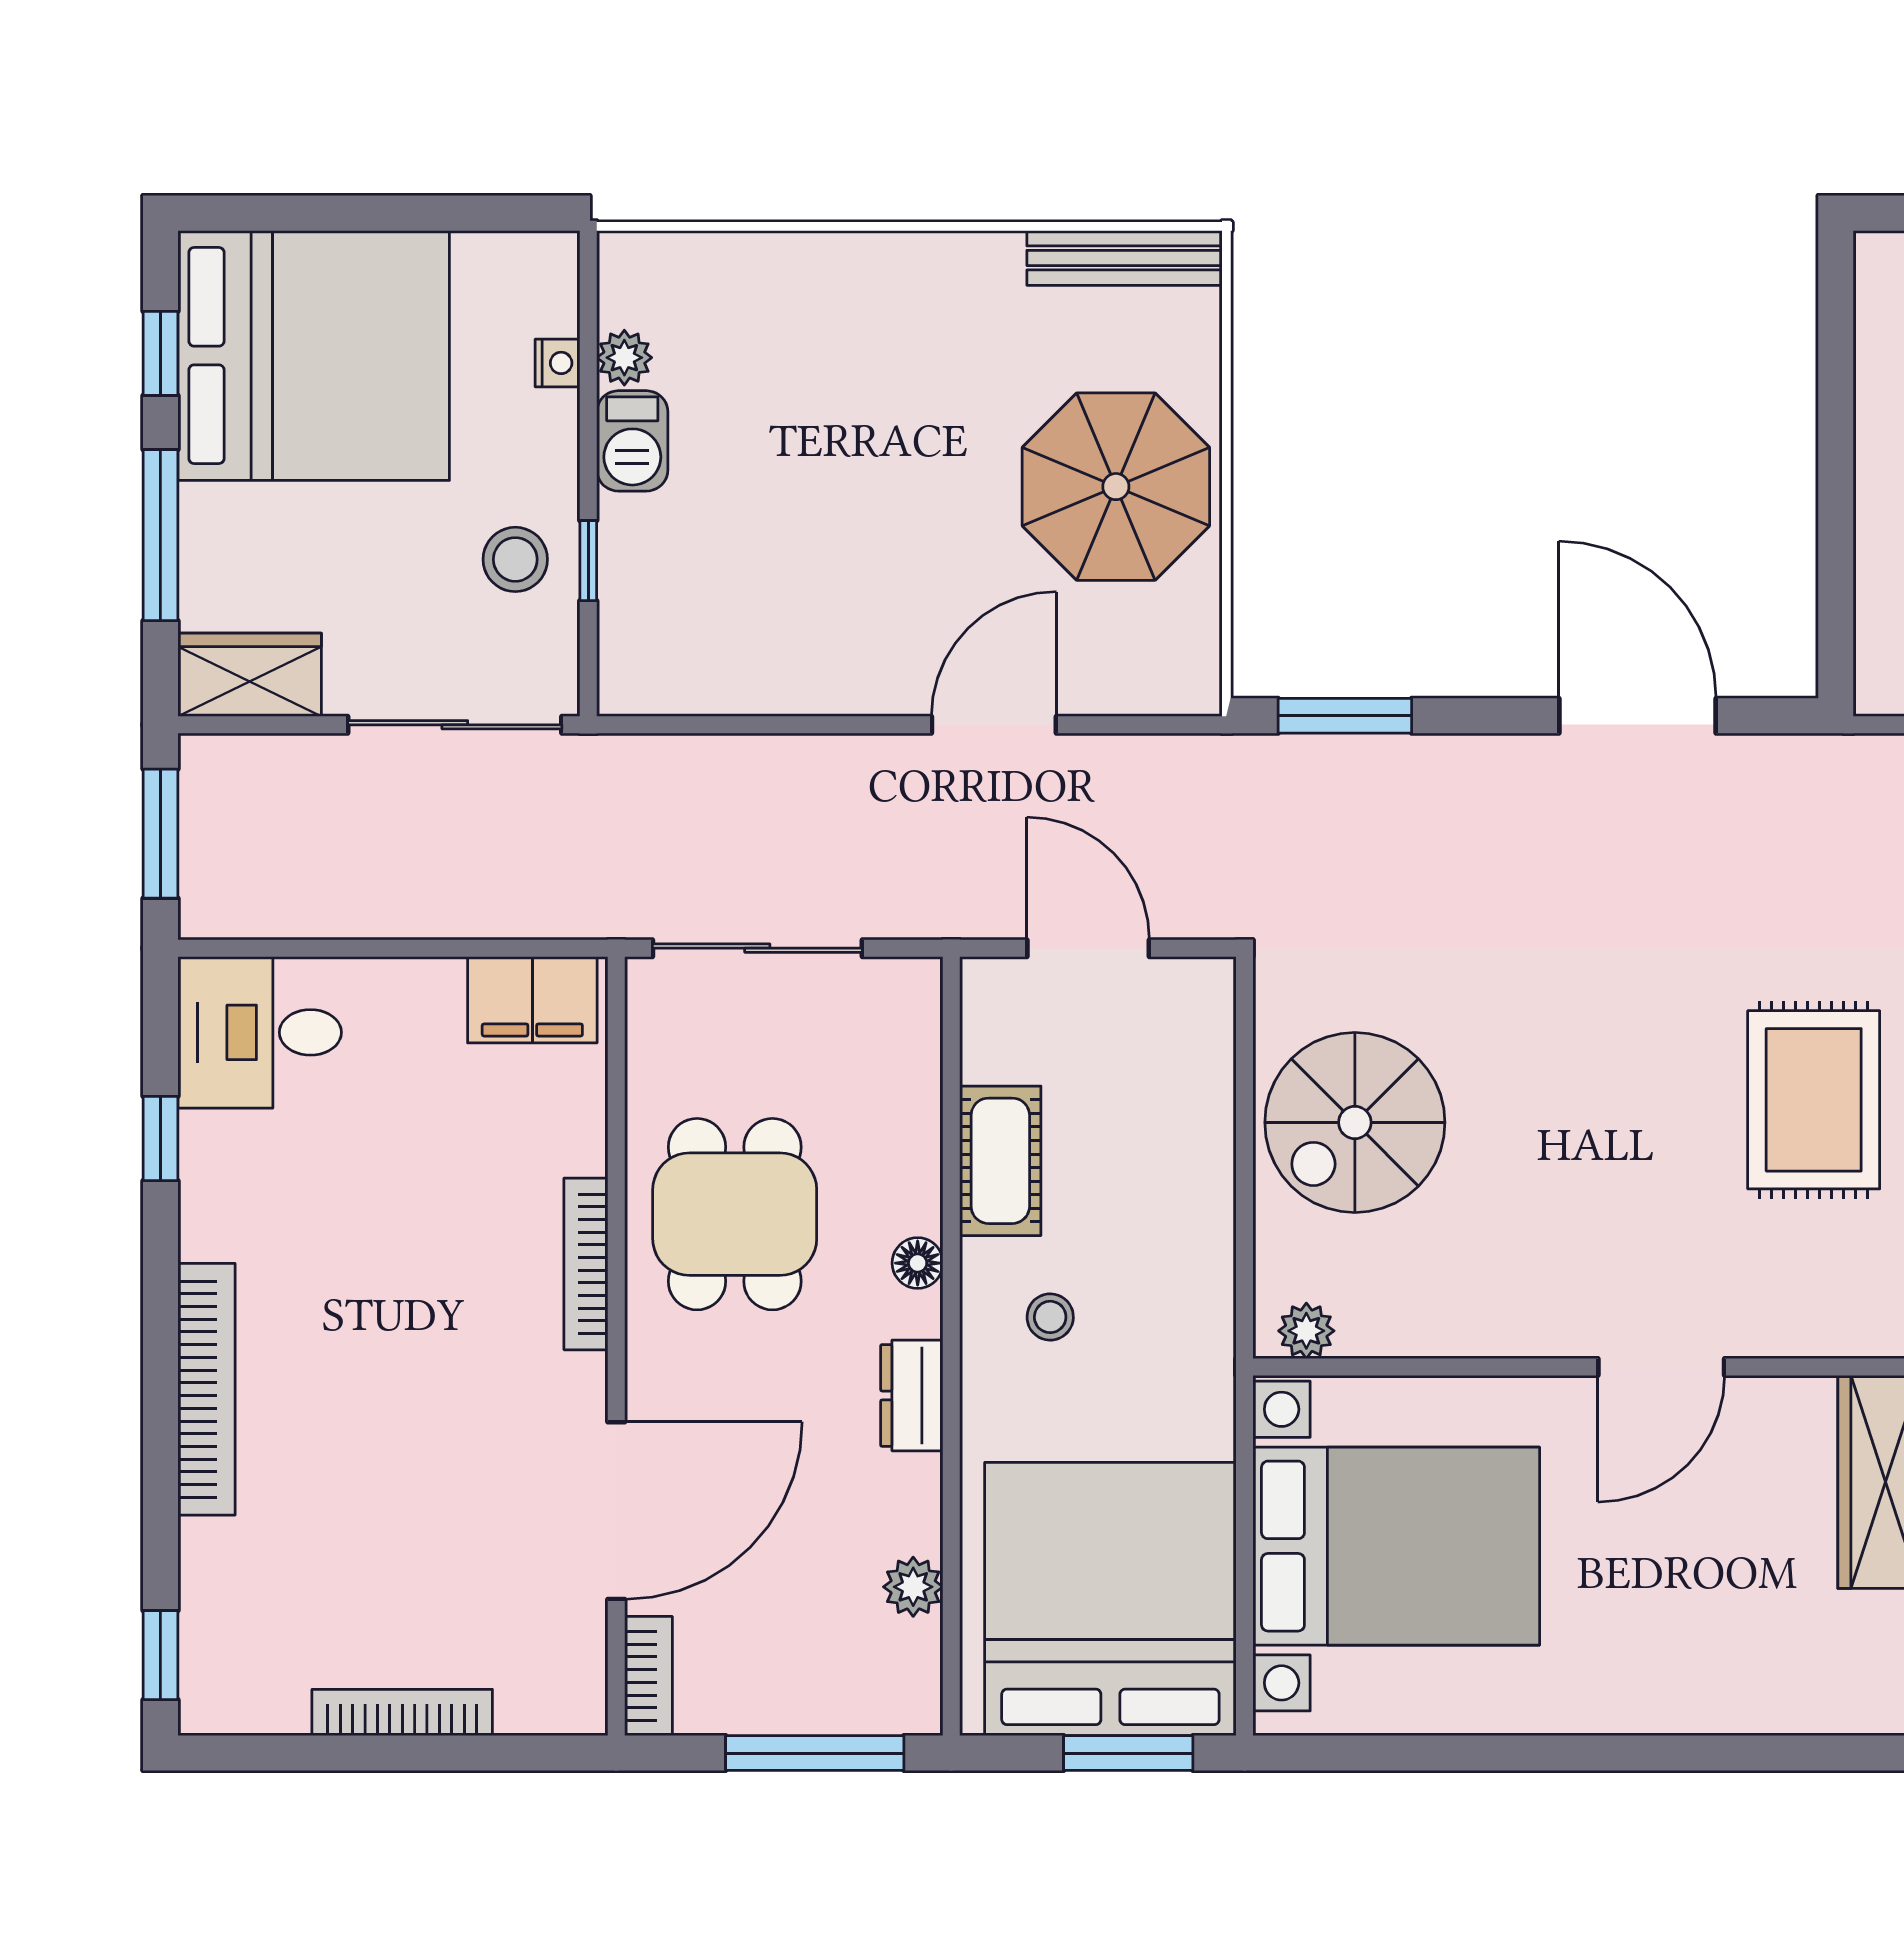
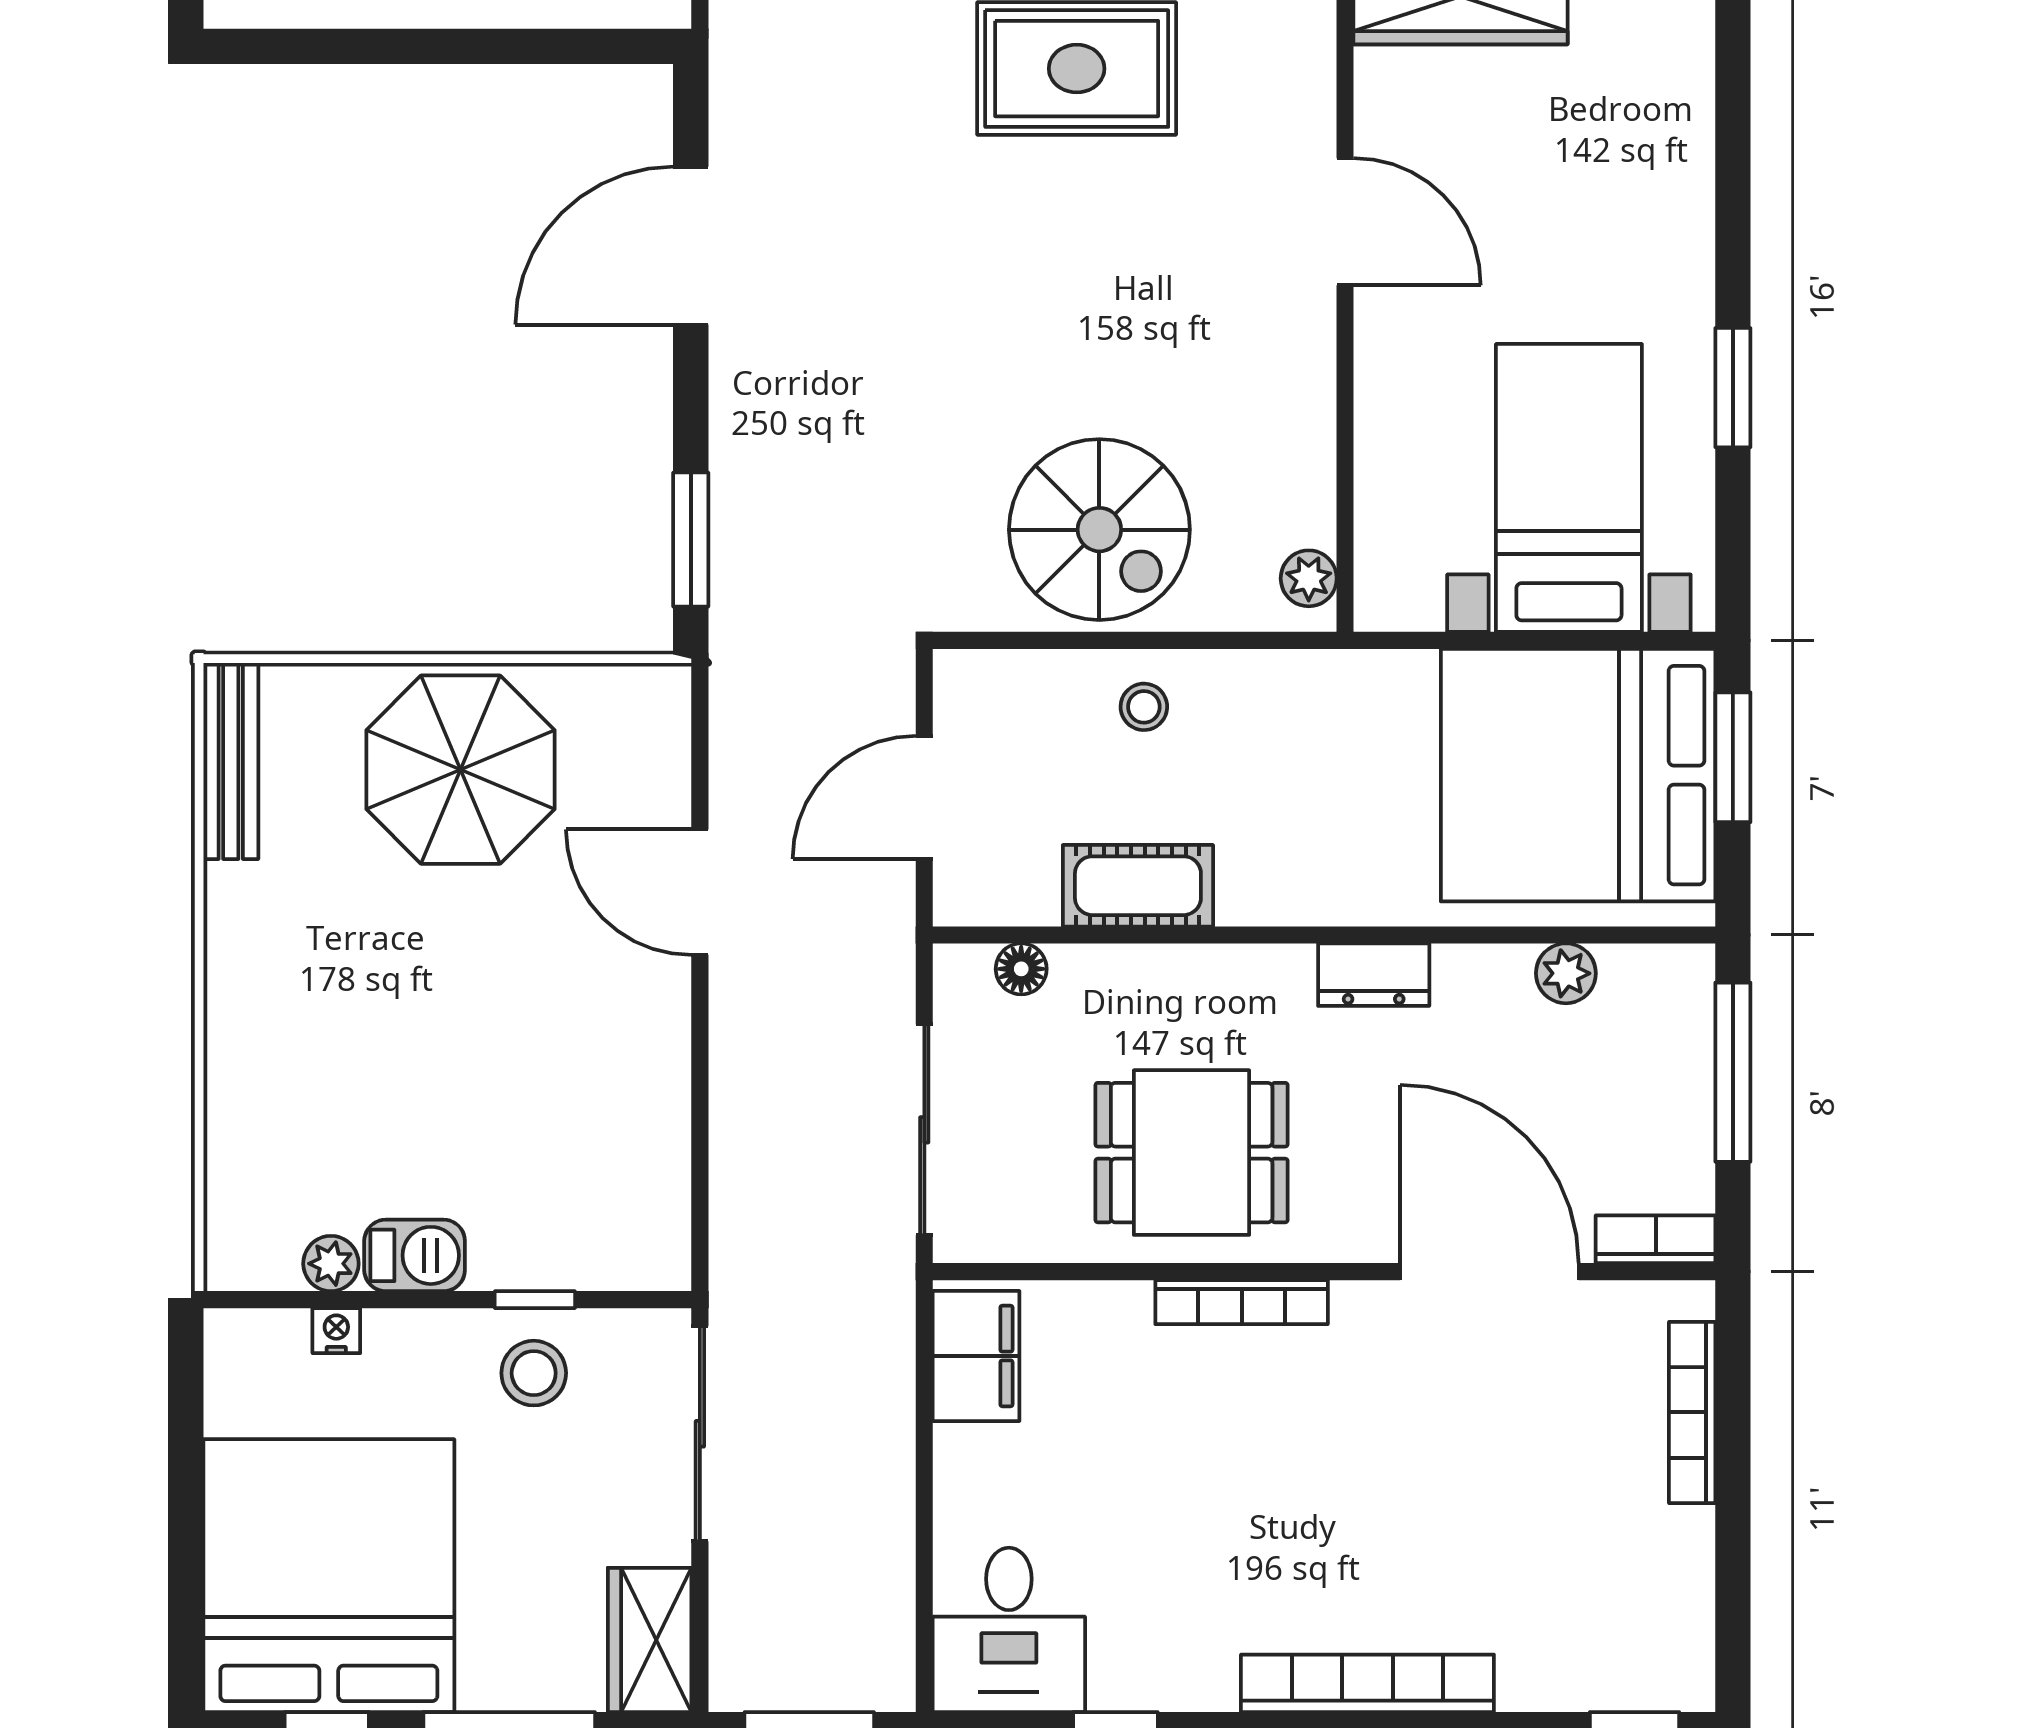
floor lamp: (918, 1263) -> (1021, 969), moved
stool: (1050, 1317) -> (1144, 707), moved
bed with nightstands: (1396, 1546) -> (1569, 488), width x0.73
bookcase: (402, 1712) -> (1692, 1412), moved
window: (1496, 1753) -> (1733, 388), added

